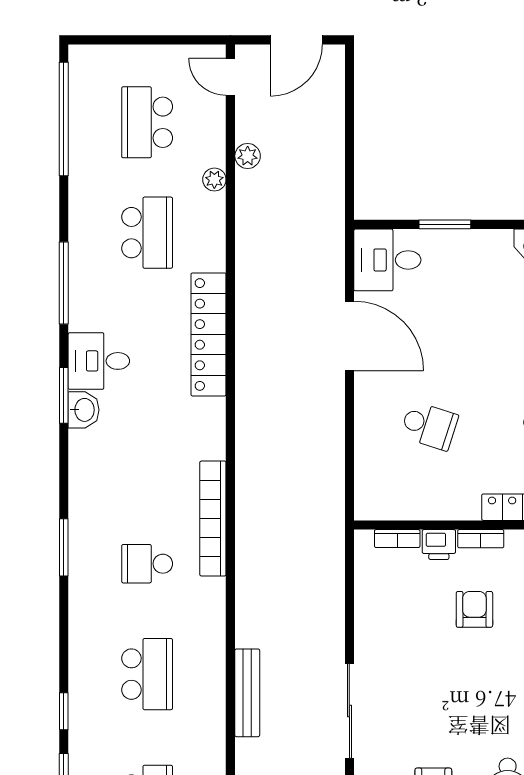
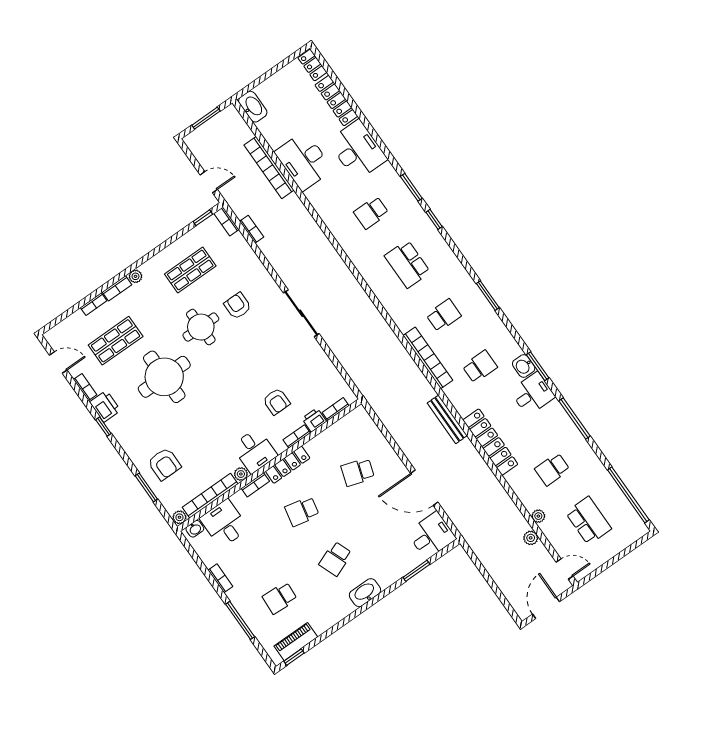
school desk: (147, 233) -> (552, 469), width x0.54
school desk: (147, 453) -> (480, 367), added
bench: (247, 693) -> (447, 419), moved

